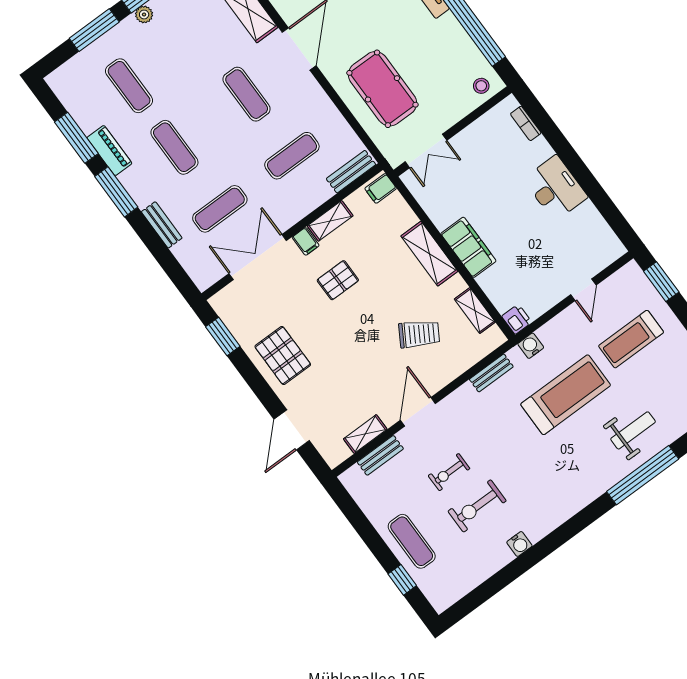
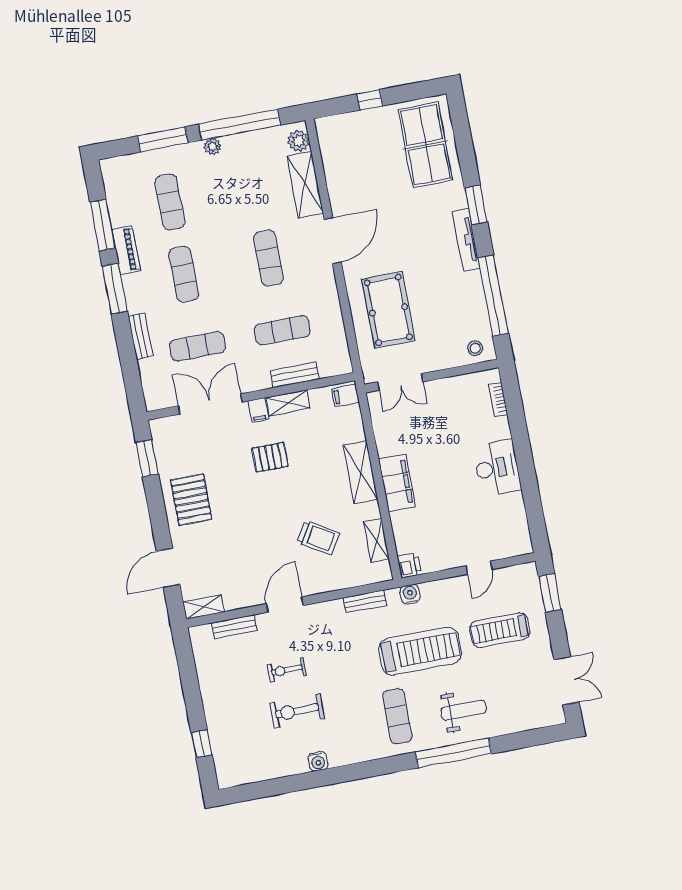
bench: (351, 172) -> (295, 375), moved
shelving: (365, 434) -> (204, 607), moved
exercise mat: (412, 541) -> (397, 716), moved

